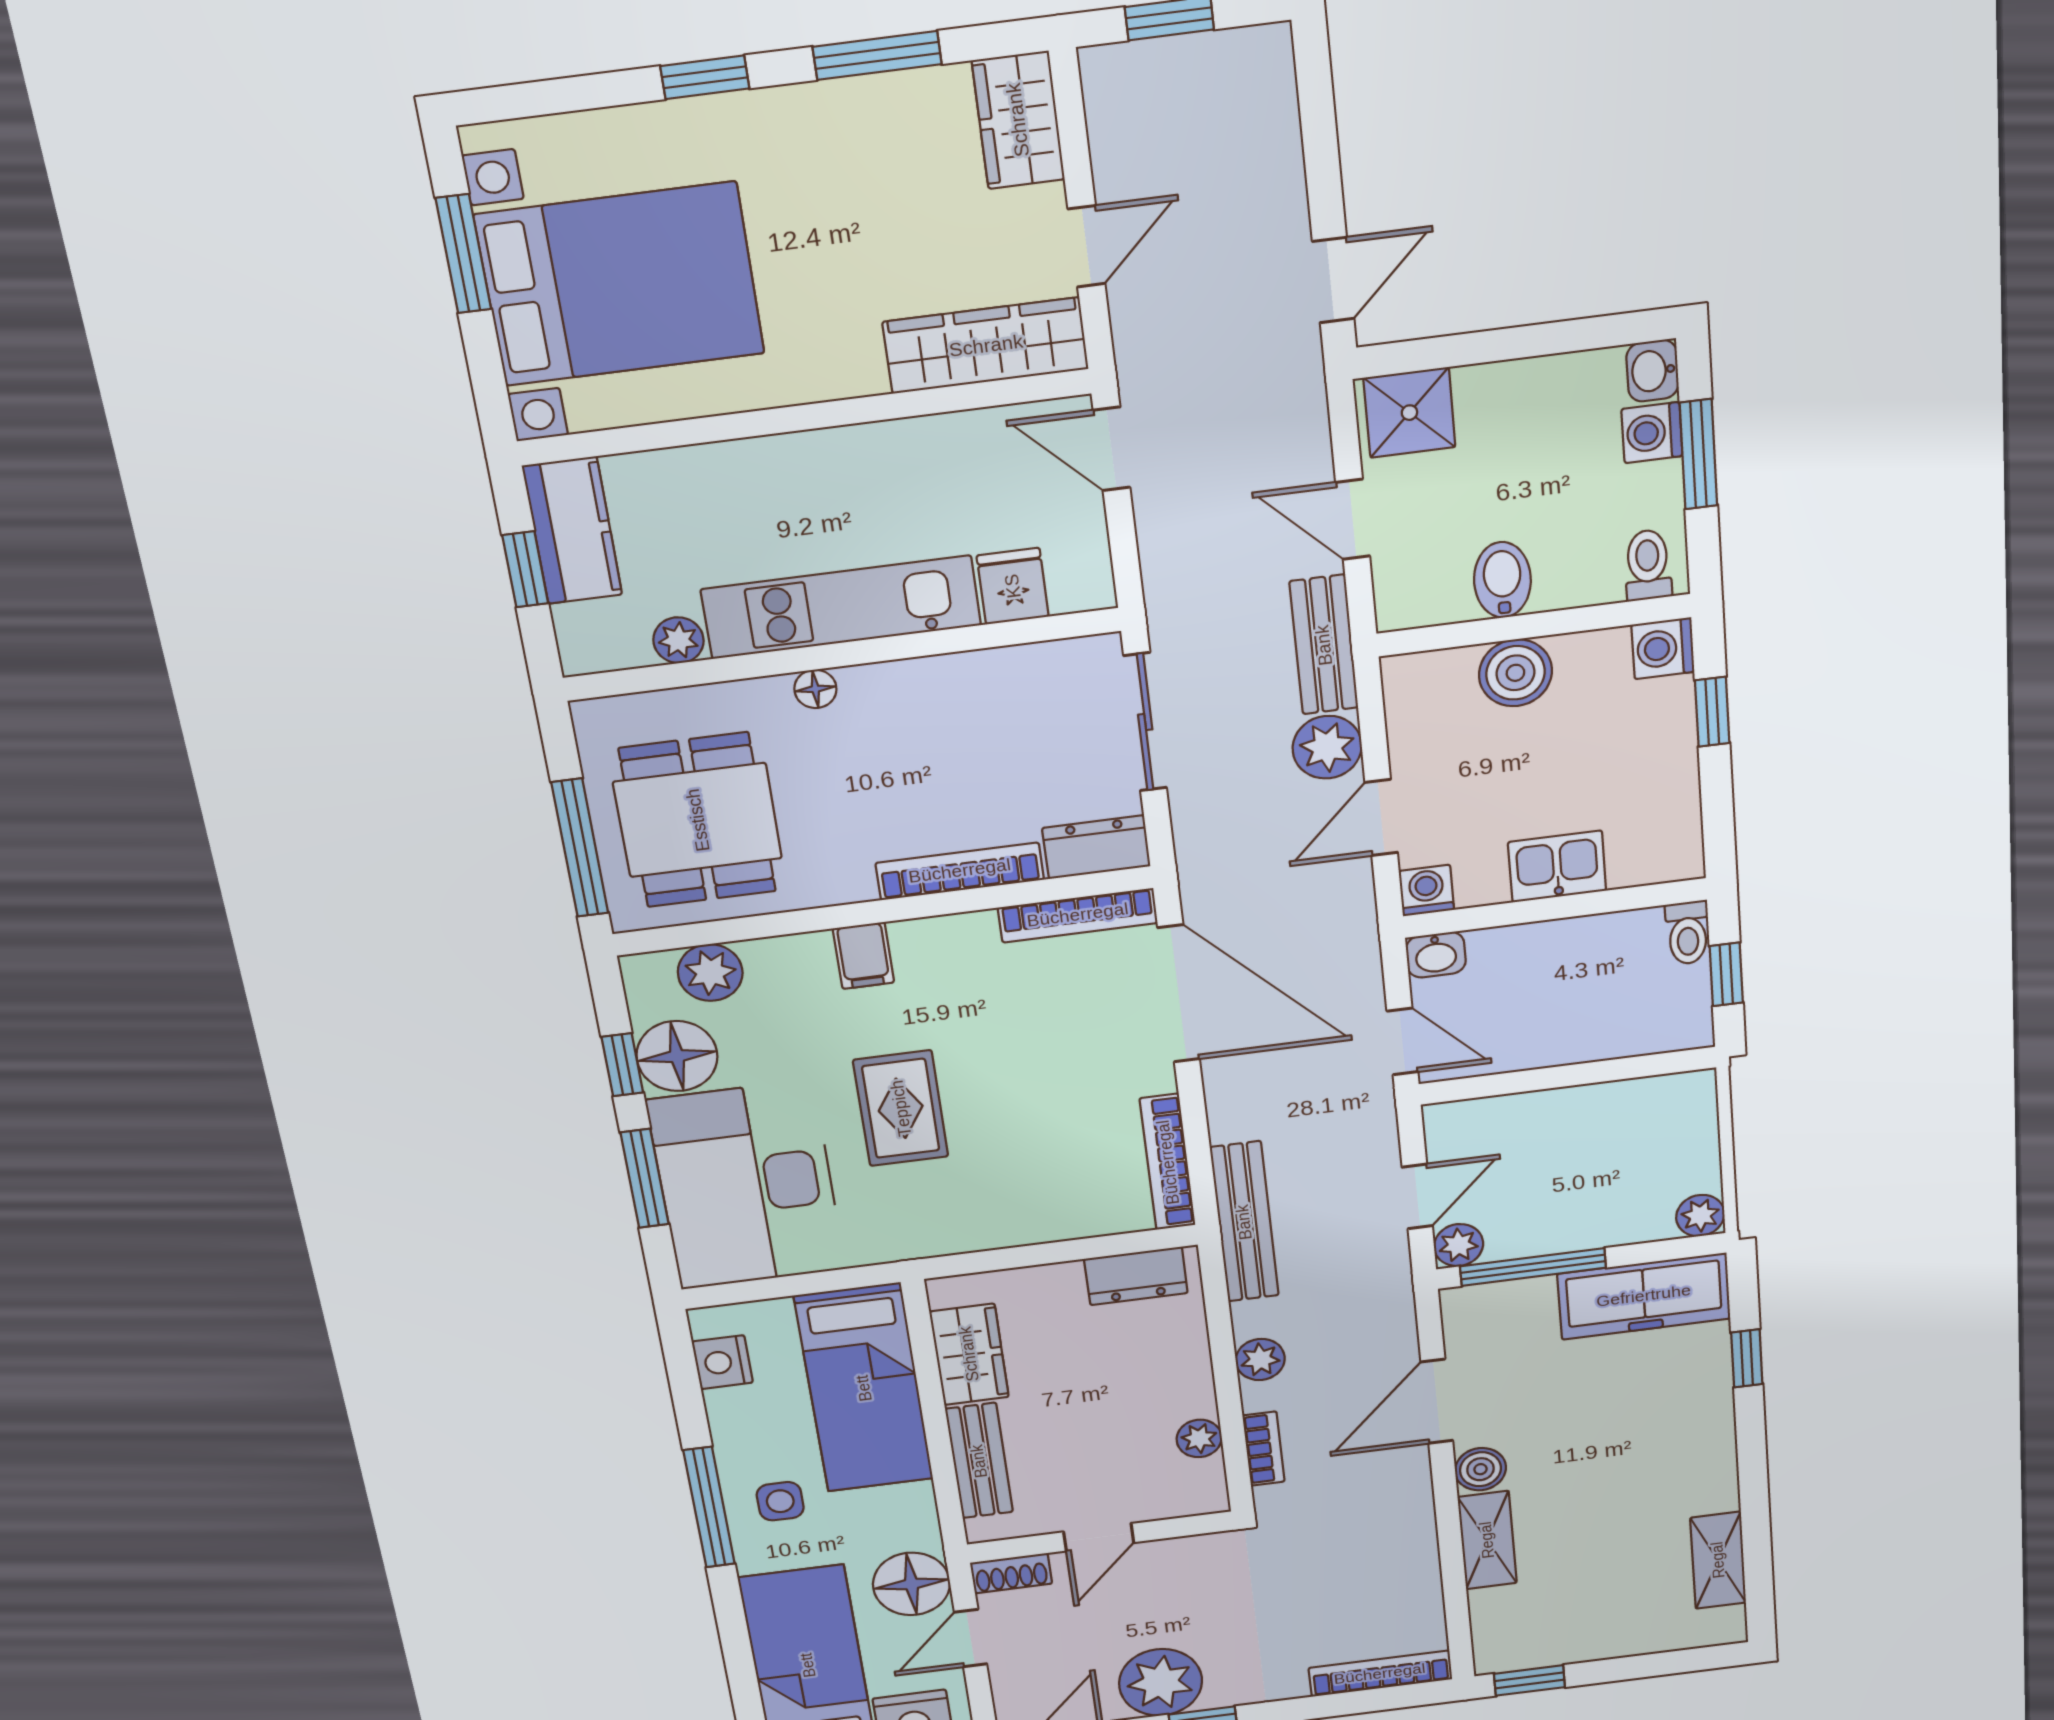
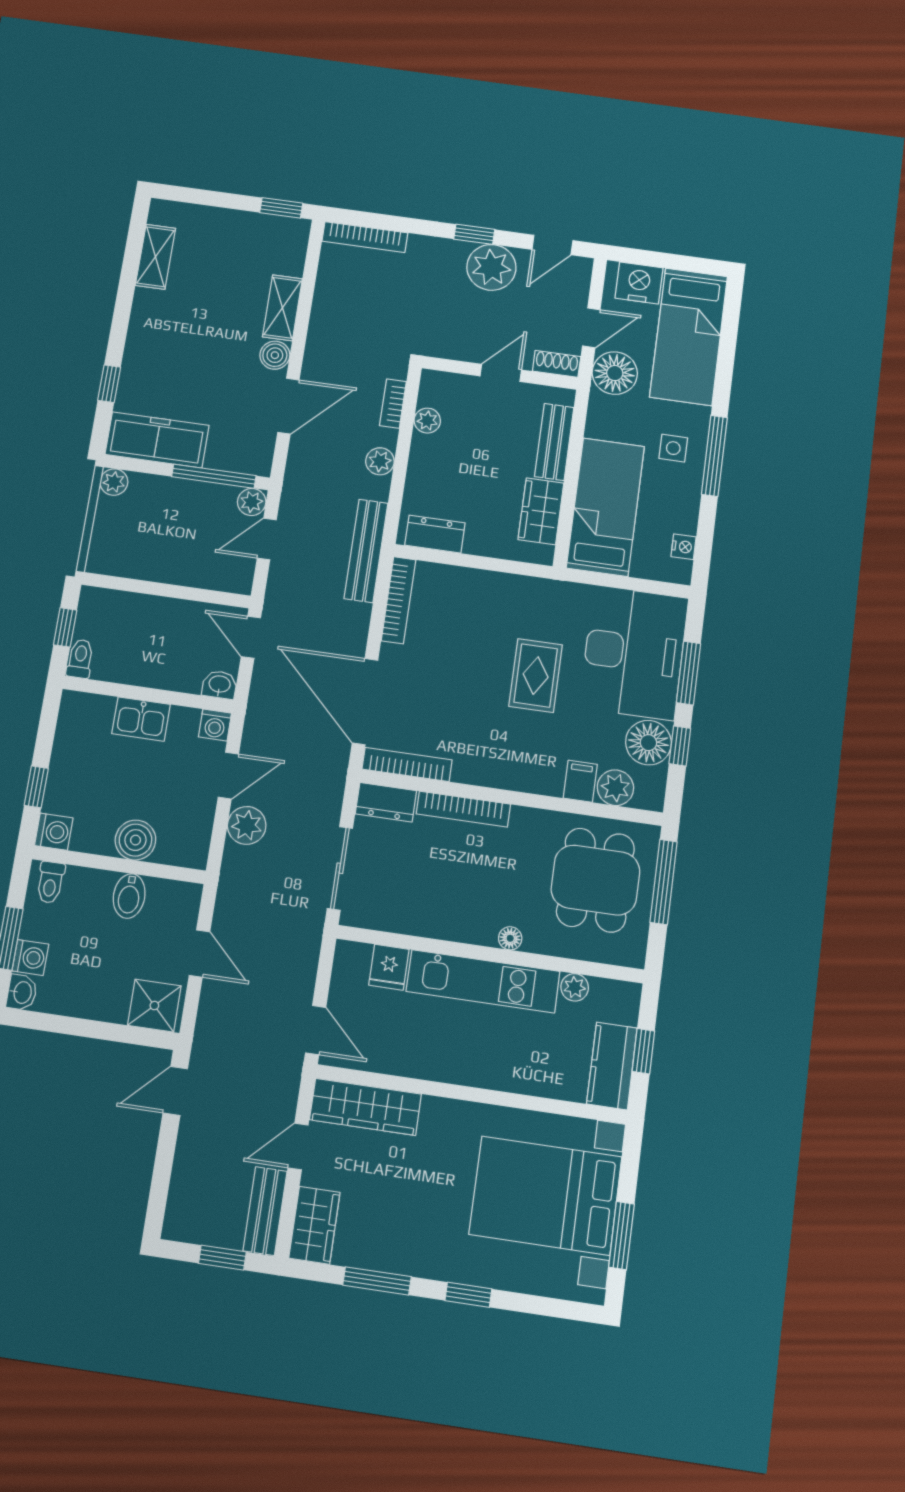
bench: (1324, 645) -> (265, 1211), moved
filing cabinet: (863, 956) -> (580, 781), moved
nightstand: (722, 1362) -> (684, 547), width x0.72, depth x0.74

